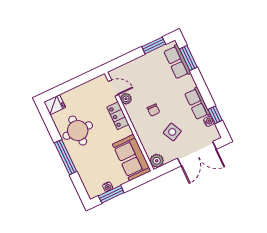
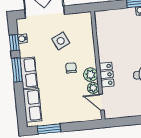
window: (188, 58) -> (17, 70), moved
row of seats: (197, 104) -> (29, 73), moved
sofa: (132, 158) -> (108, 30), removed
plant: (157, 161) -> (91, 75), moved

